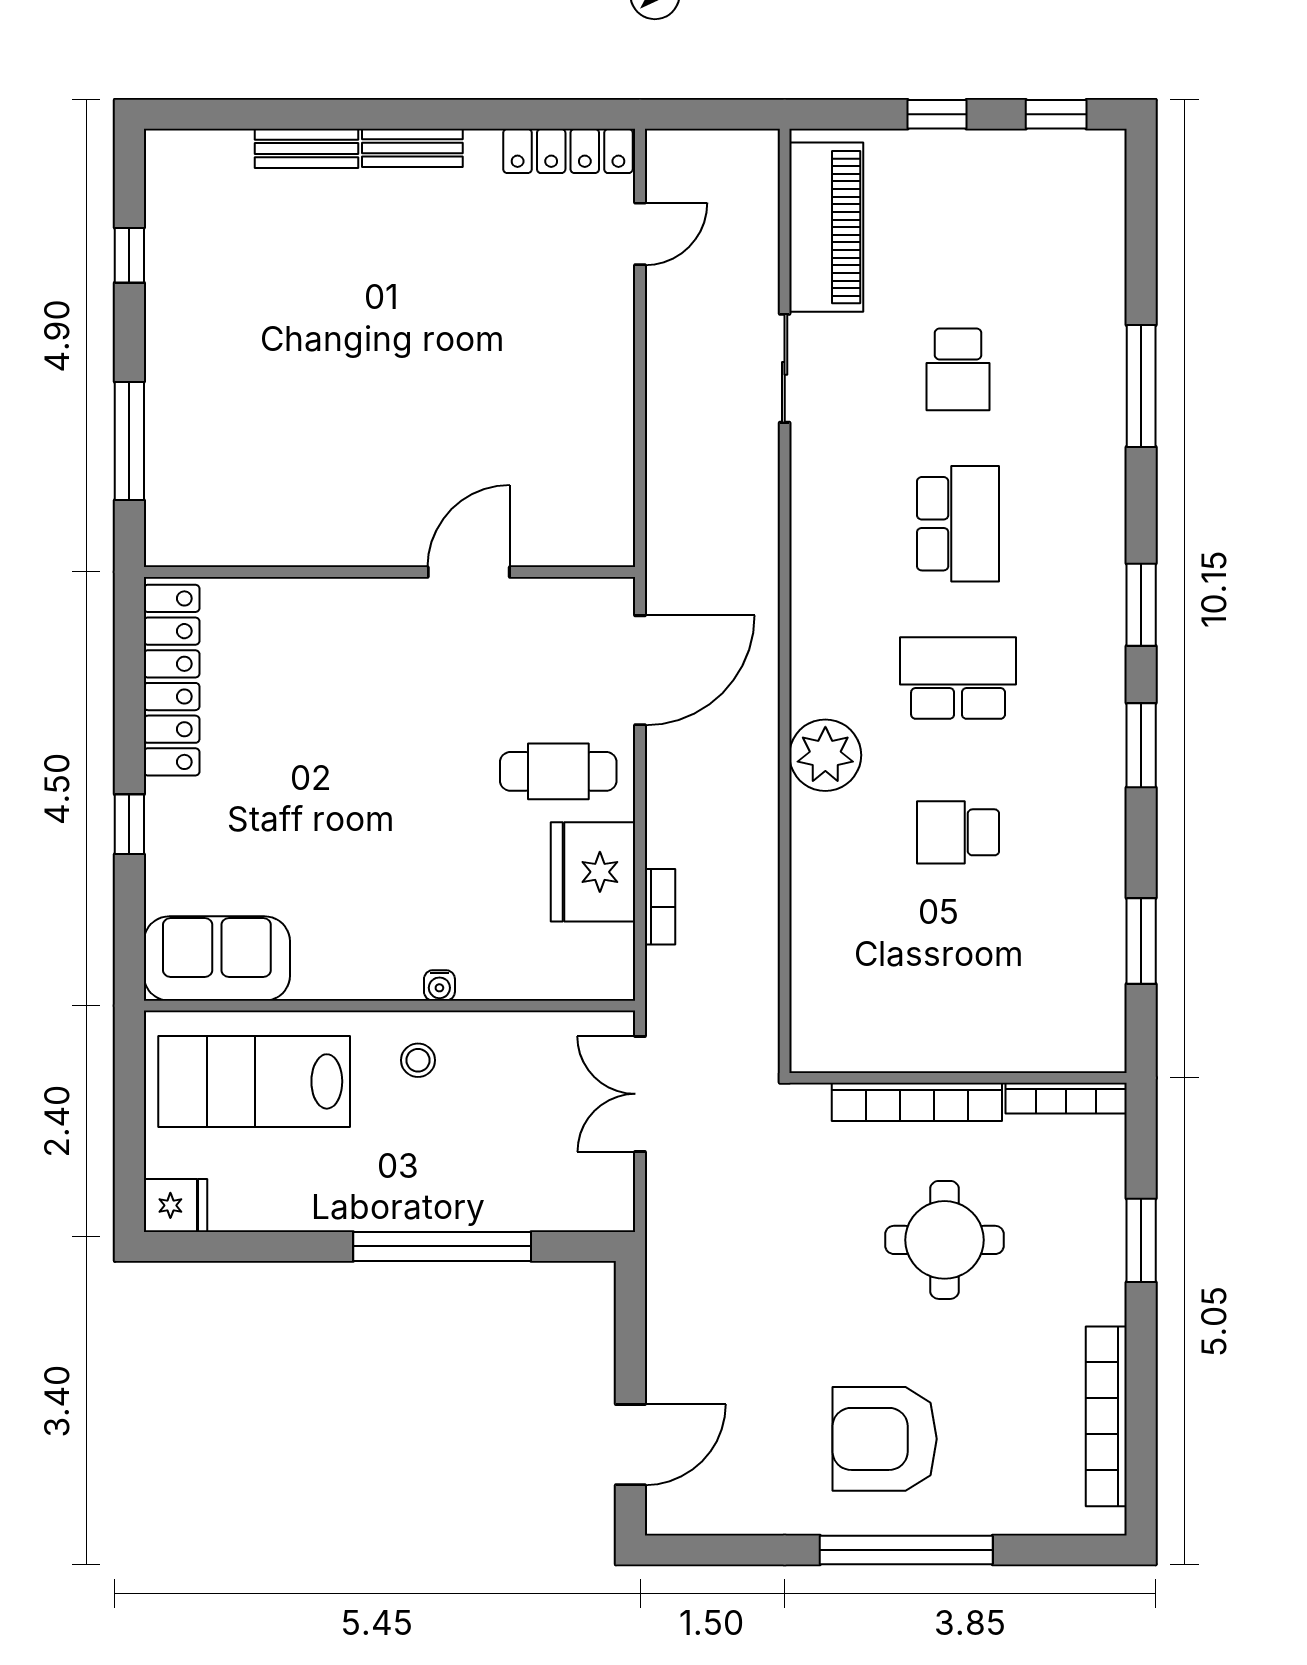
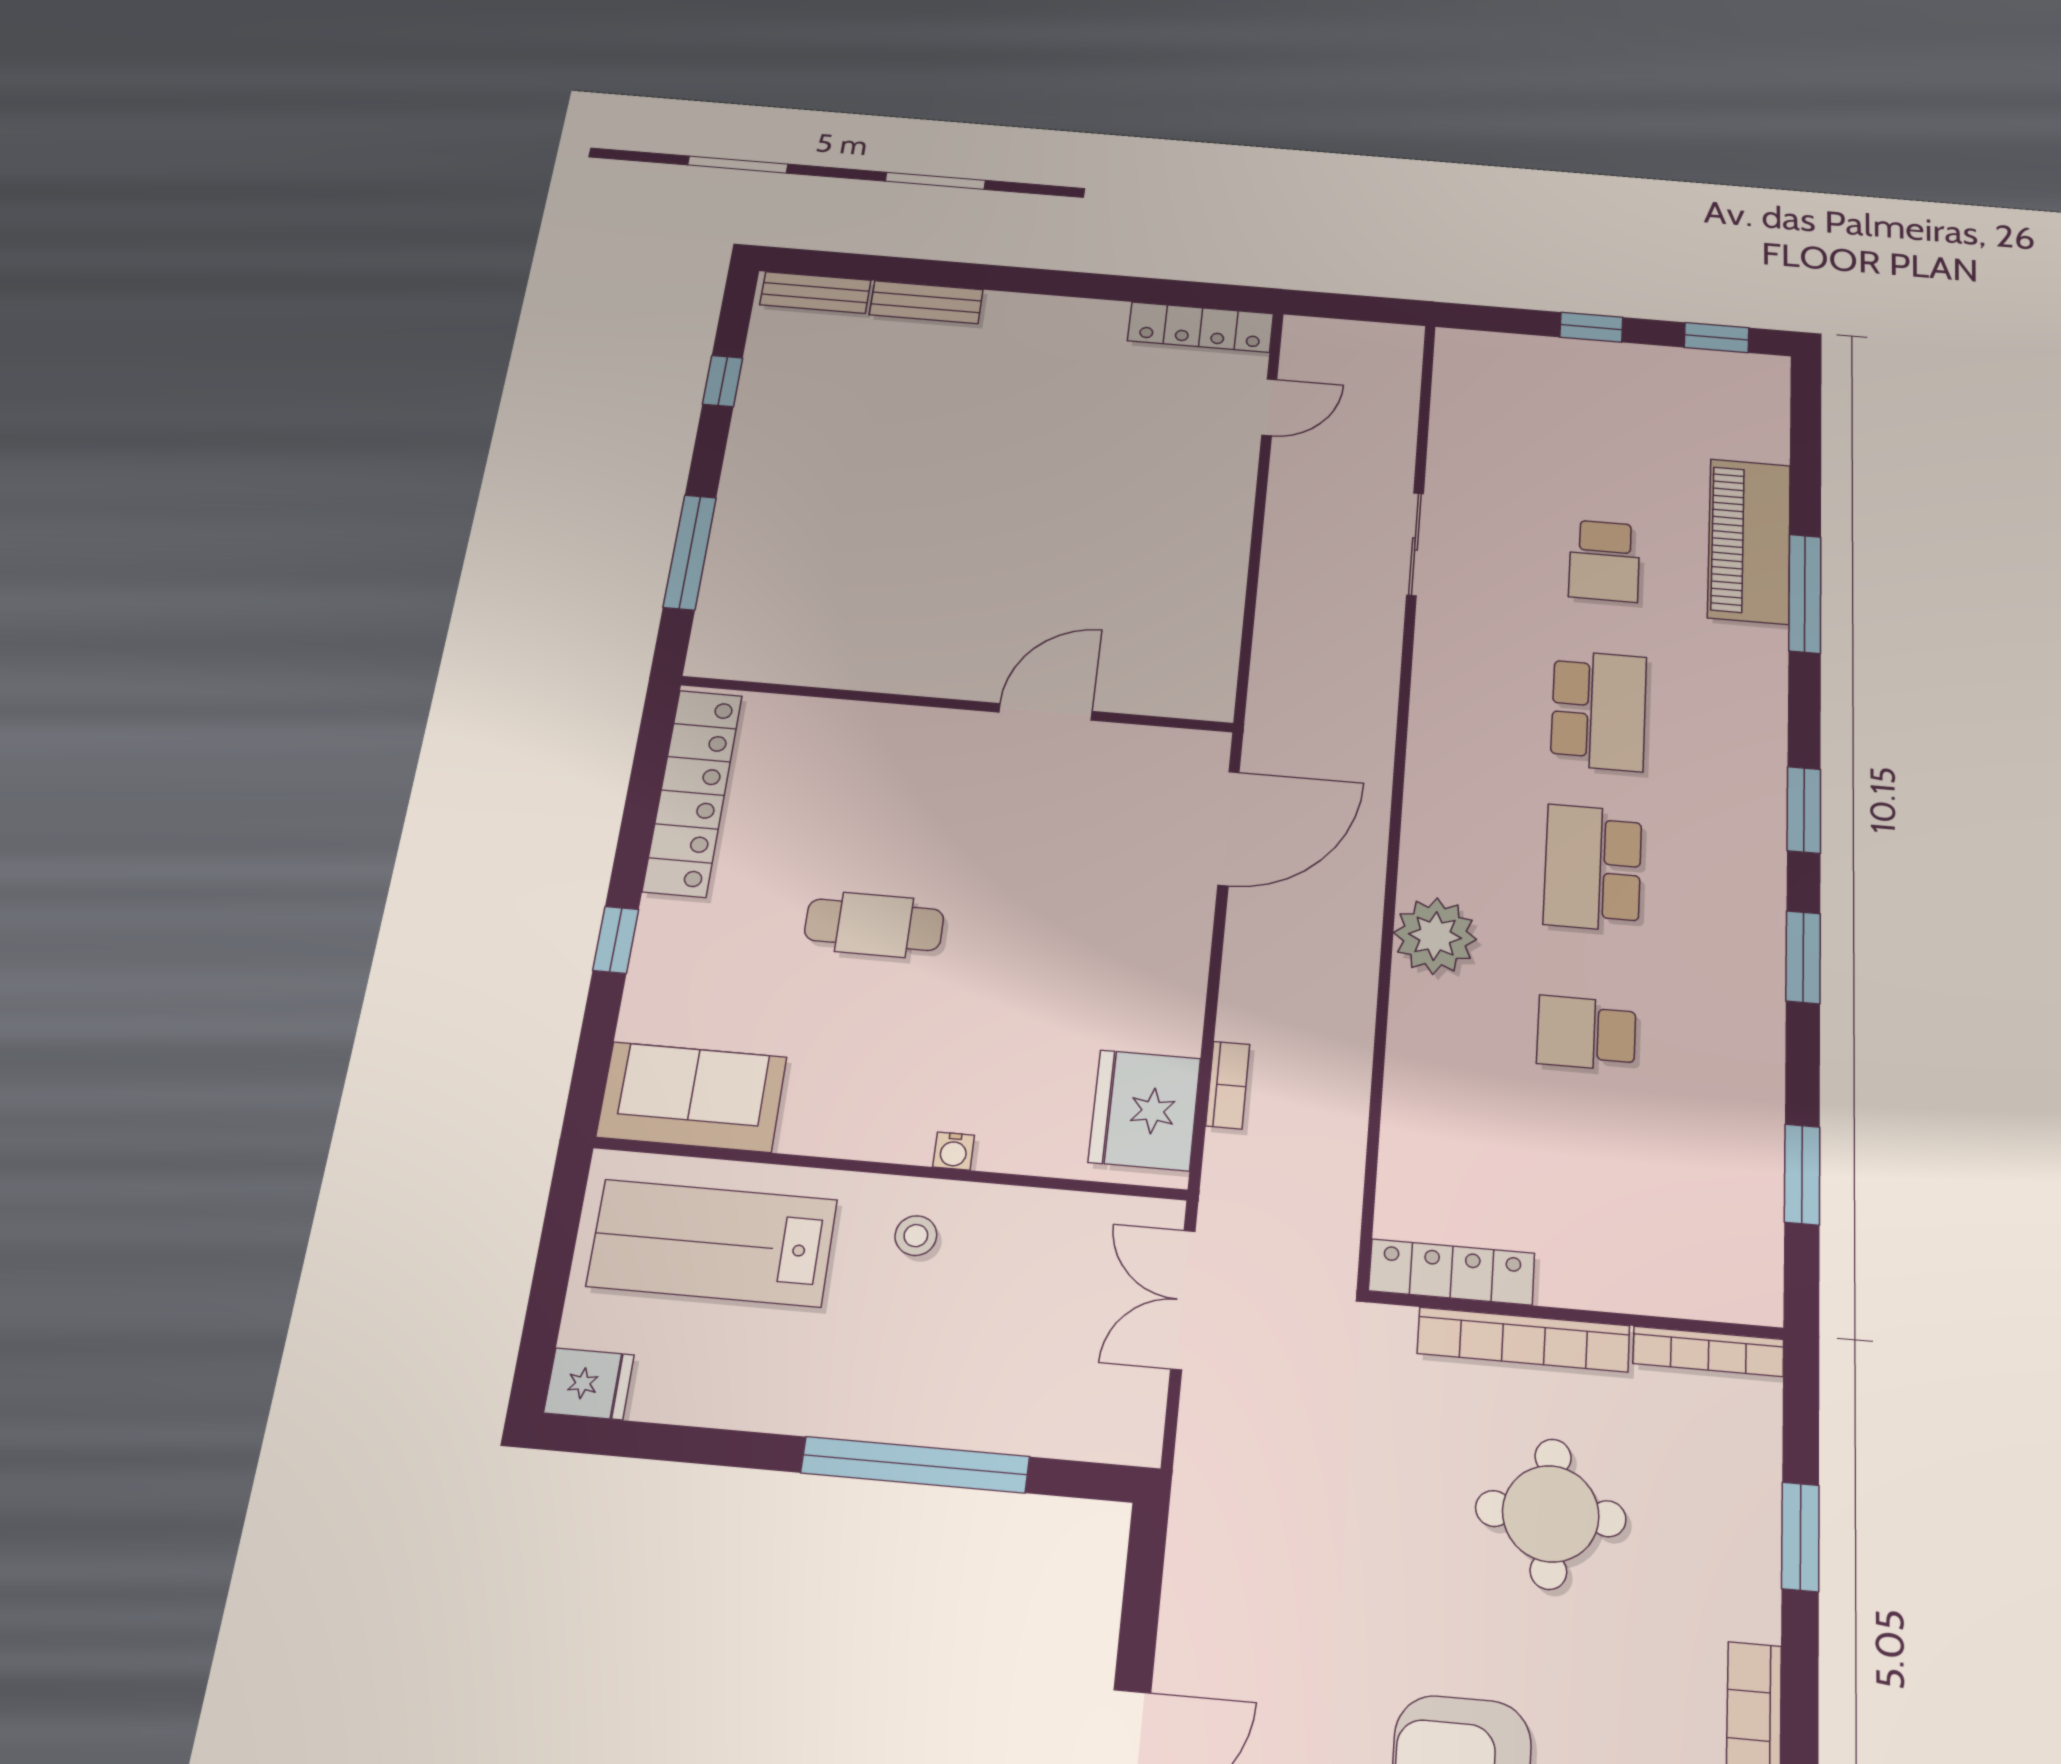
bench: (412, 148) -> (815, 292), moved
piano: (826, 227) -> (1749, 541), moved, turned 180
school desk: (958, 678) -> (1593, 868), turned -90
cafe table: (558, 771) -> (874, 925), moved
fridge: (593, 872) -> (1145, 1110), moved
locker: (856, 1051) -> (1452, 1272), added

